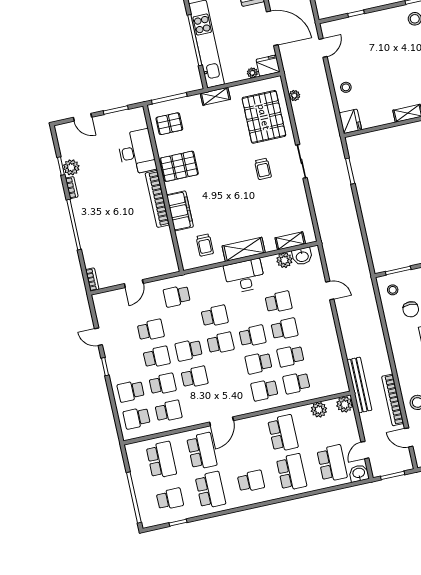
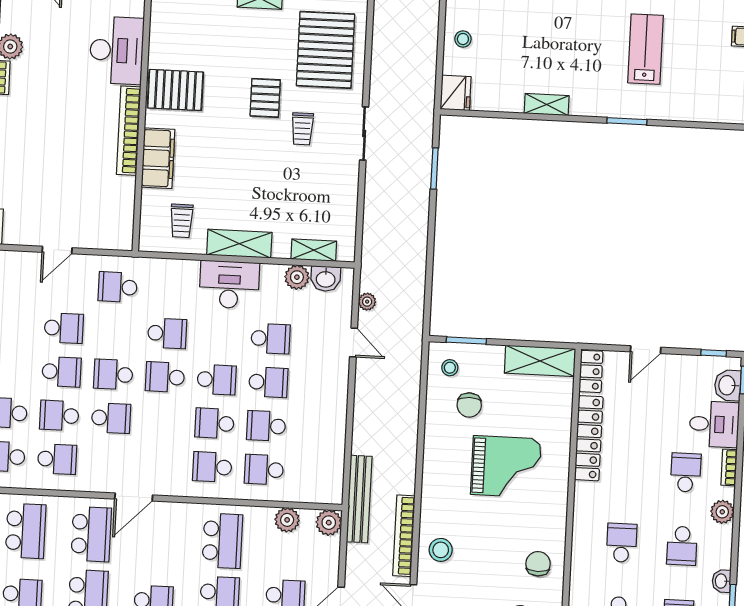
plant: (294, 96) -> (367, 302), moved
pallet: (169, 124) -> (265, 98), moved, turned 90
school desk: (221, 343) -> (165, 377), turned 180
school desk: (163, 384) -> (59, 415), turned 180

